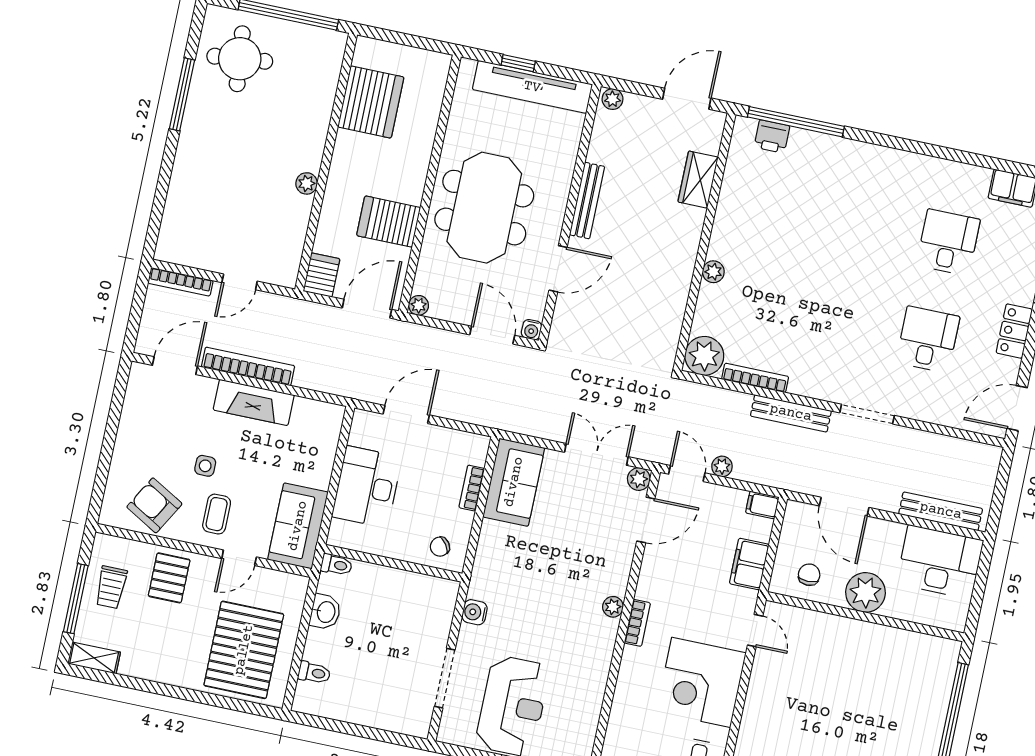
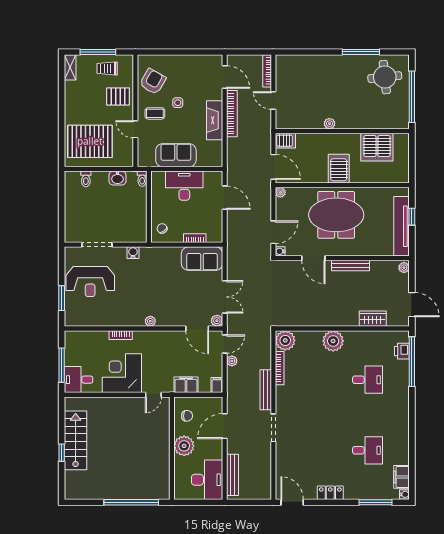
server rack: (389, 222) -> (339, 169), moved
plant: (713, 272) -> (333, 341), width x1.88, depth x1.88
desk: (928, 340) -> (368, 380), moved
sofa: (298, 526) -> (176, 155), moved
bookcase: (637, 623) -> (121, 335), moved

